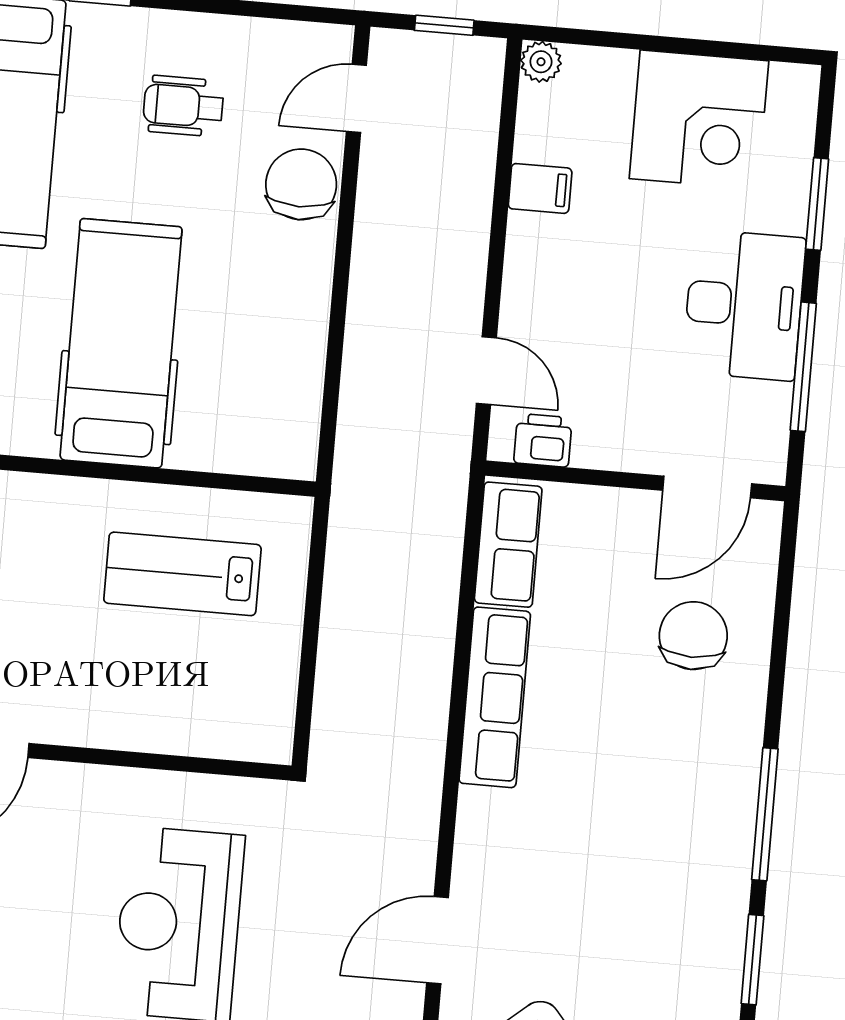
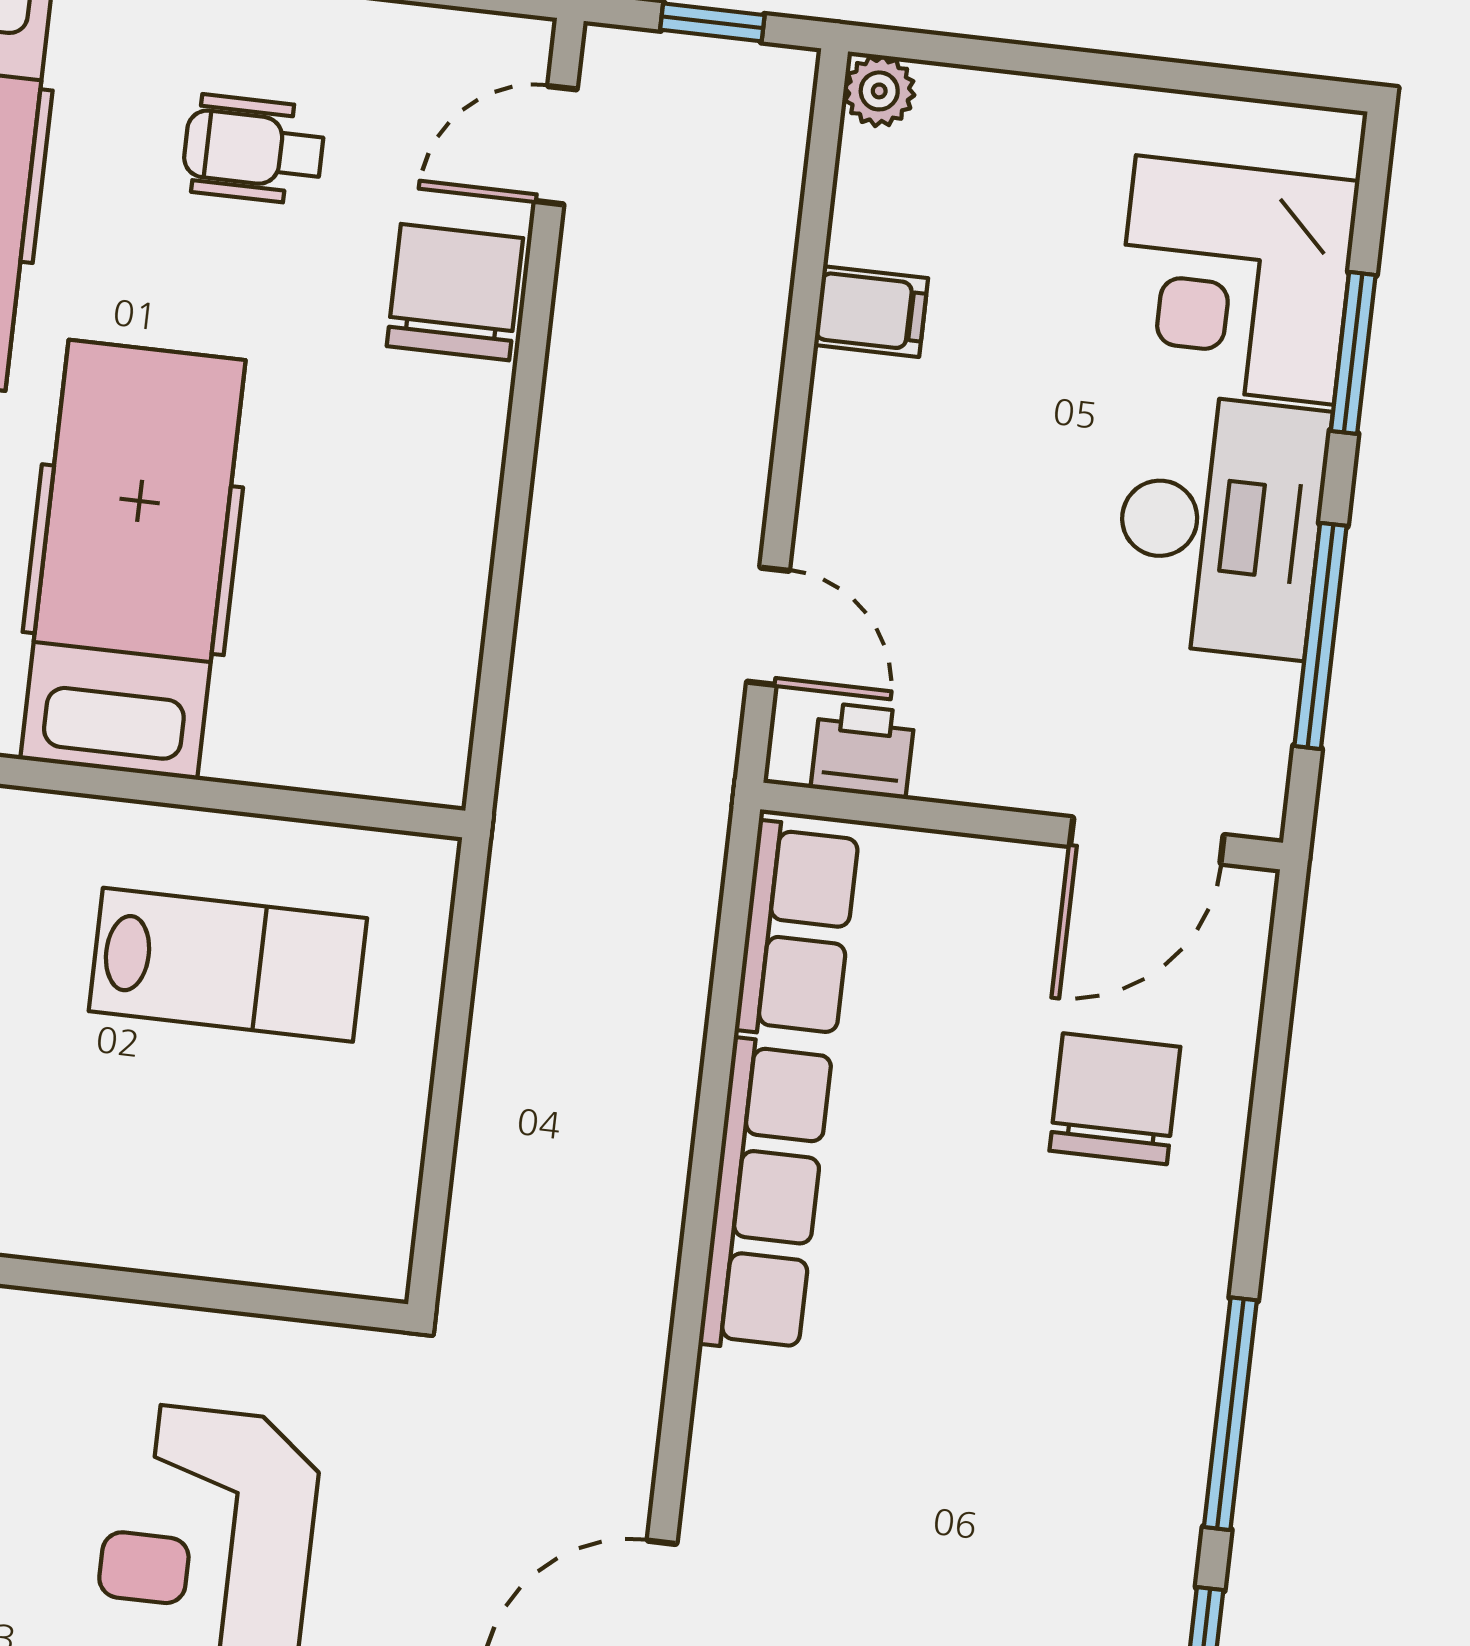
corner desk: (699, 120) -> (1235, 280), moved, turned 90
lab bench: (182, 574) -> (228, 965), turned 180

